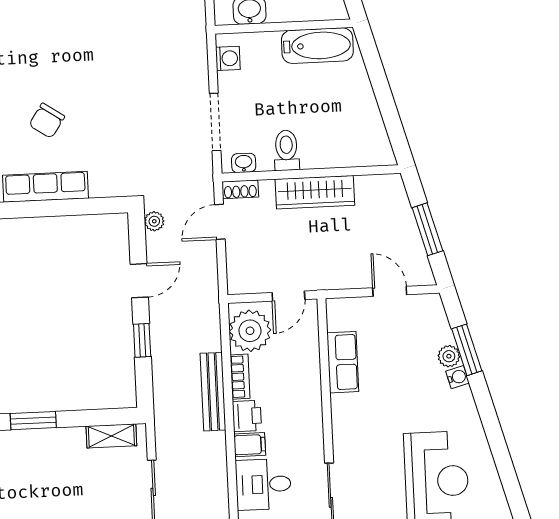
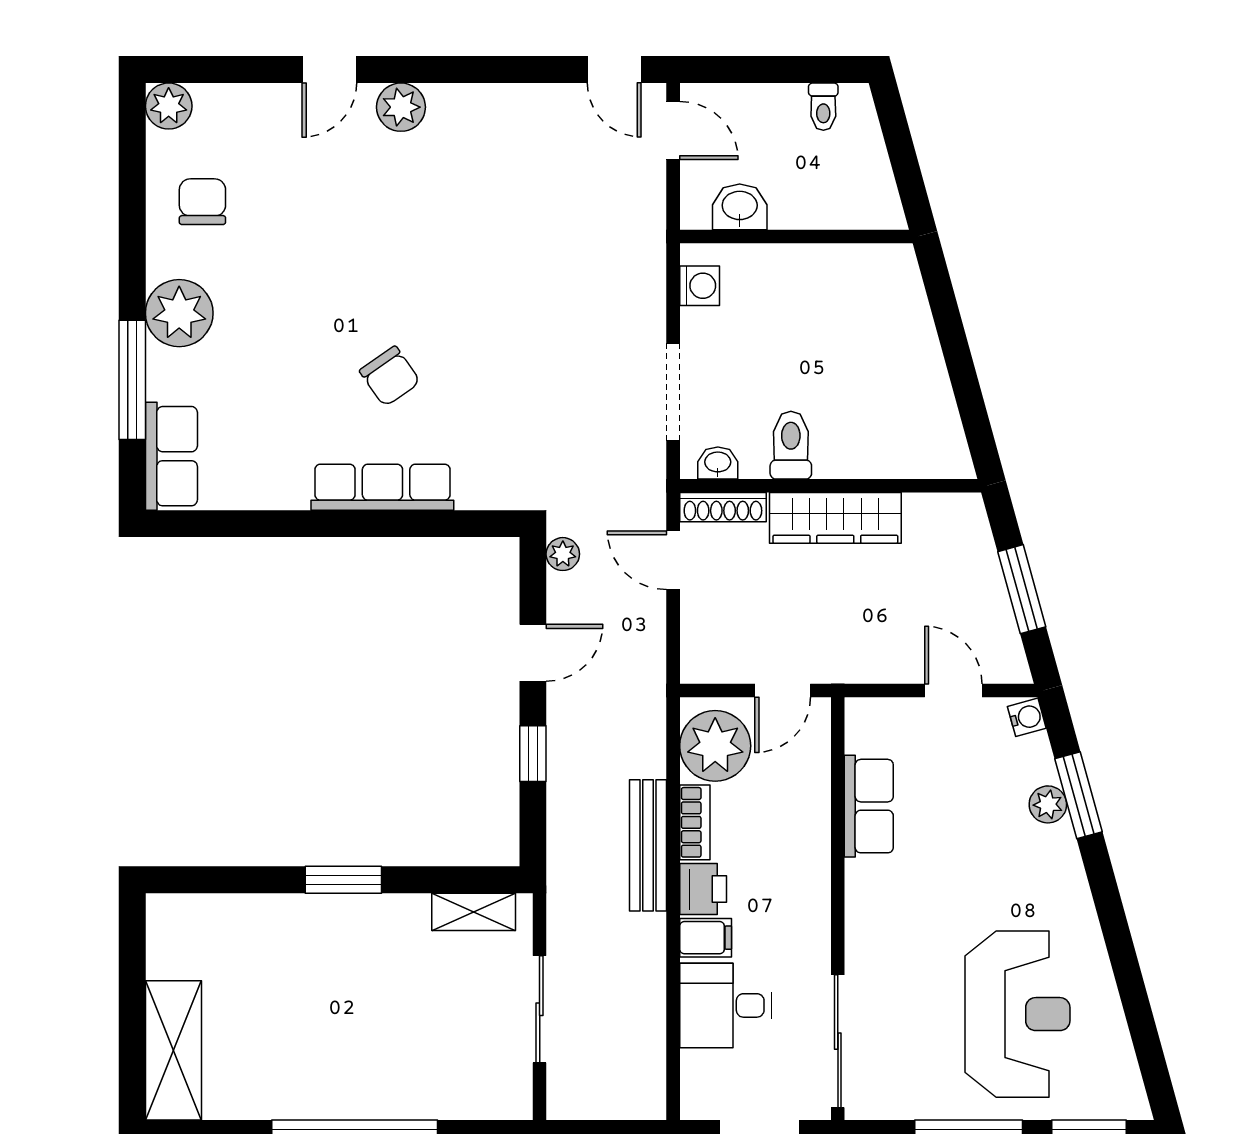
bathtub: (317, 46) -> (851, 271), removed
chair: (47, 121) -> (390, 376), turned -69
shoe rack: (240, 189) -> (723, 507), width x1.43
door: (220, 222) -> (673, 560), hinge flipped
water cooler: (457, 377) -> (1027, 717), moved

